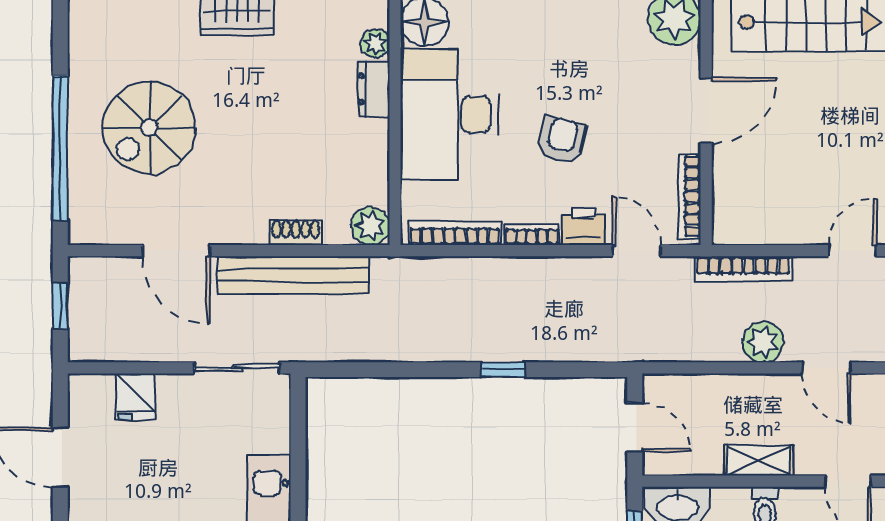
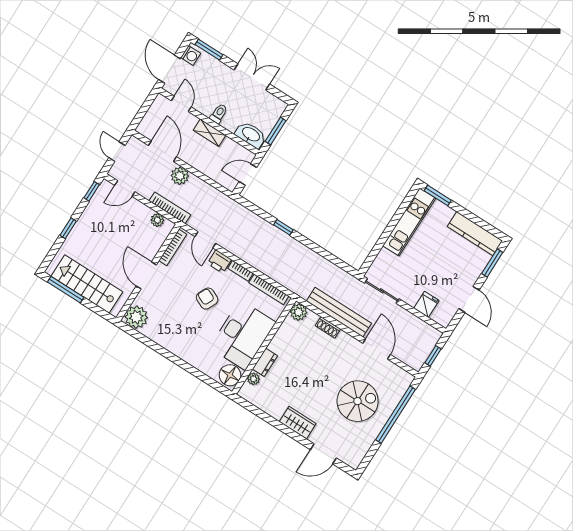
door: (706, 111) -> (146, 275), hinge flipped
armchair: (562, 141) -> (207, 299), turned 102
plant: (752, 230) -> (157, 220), added
door: (826, 368) -> (162, 151), width x1.38
door: (635, 427) -> (248, 175), hinge flipped

